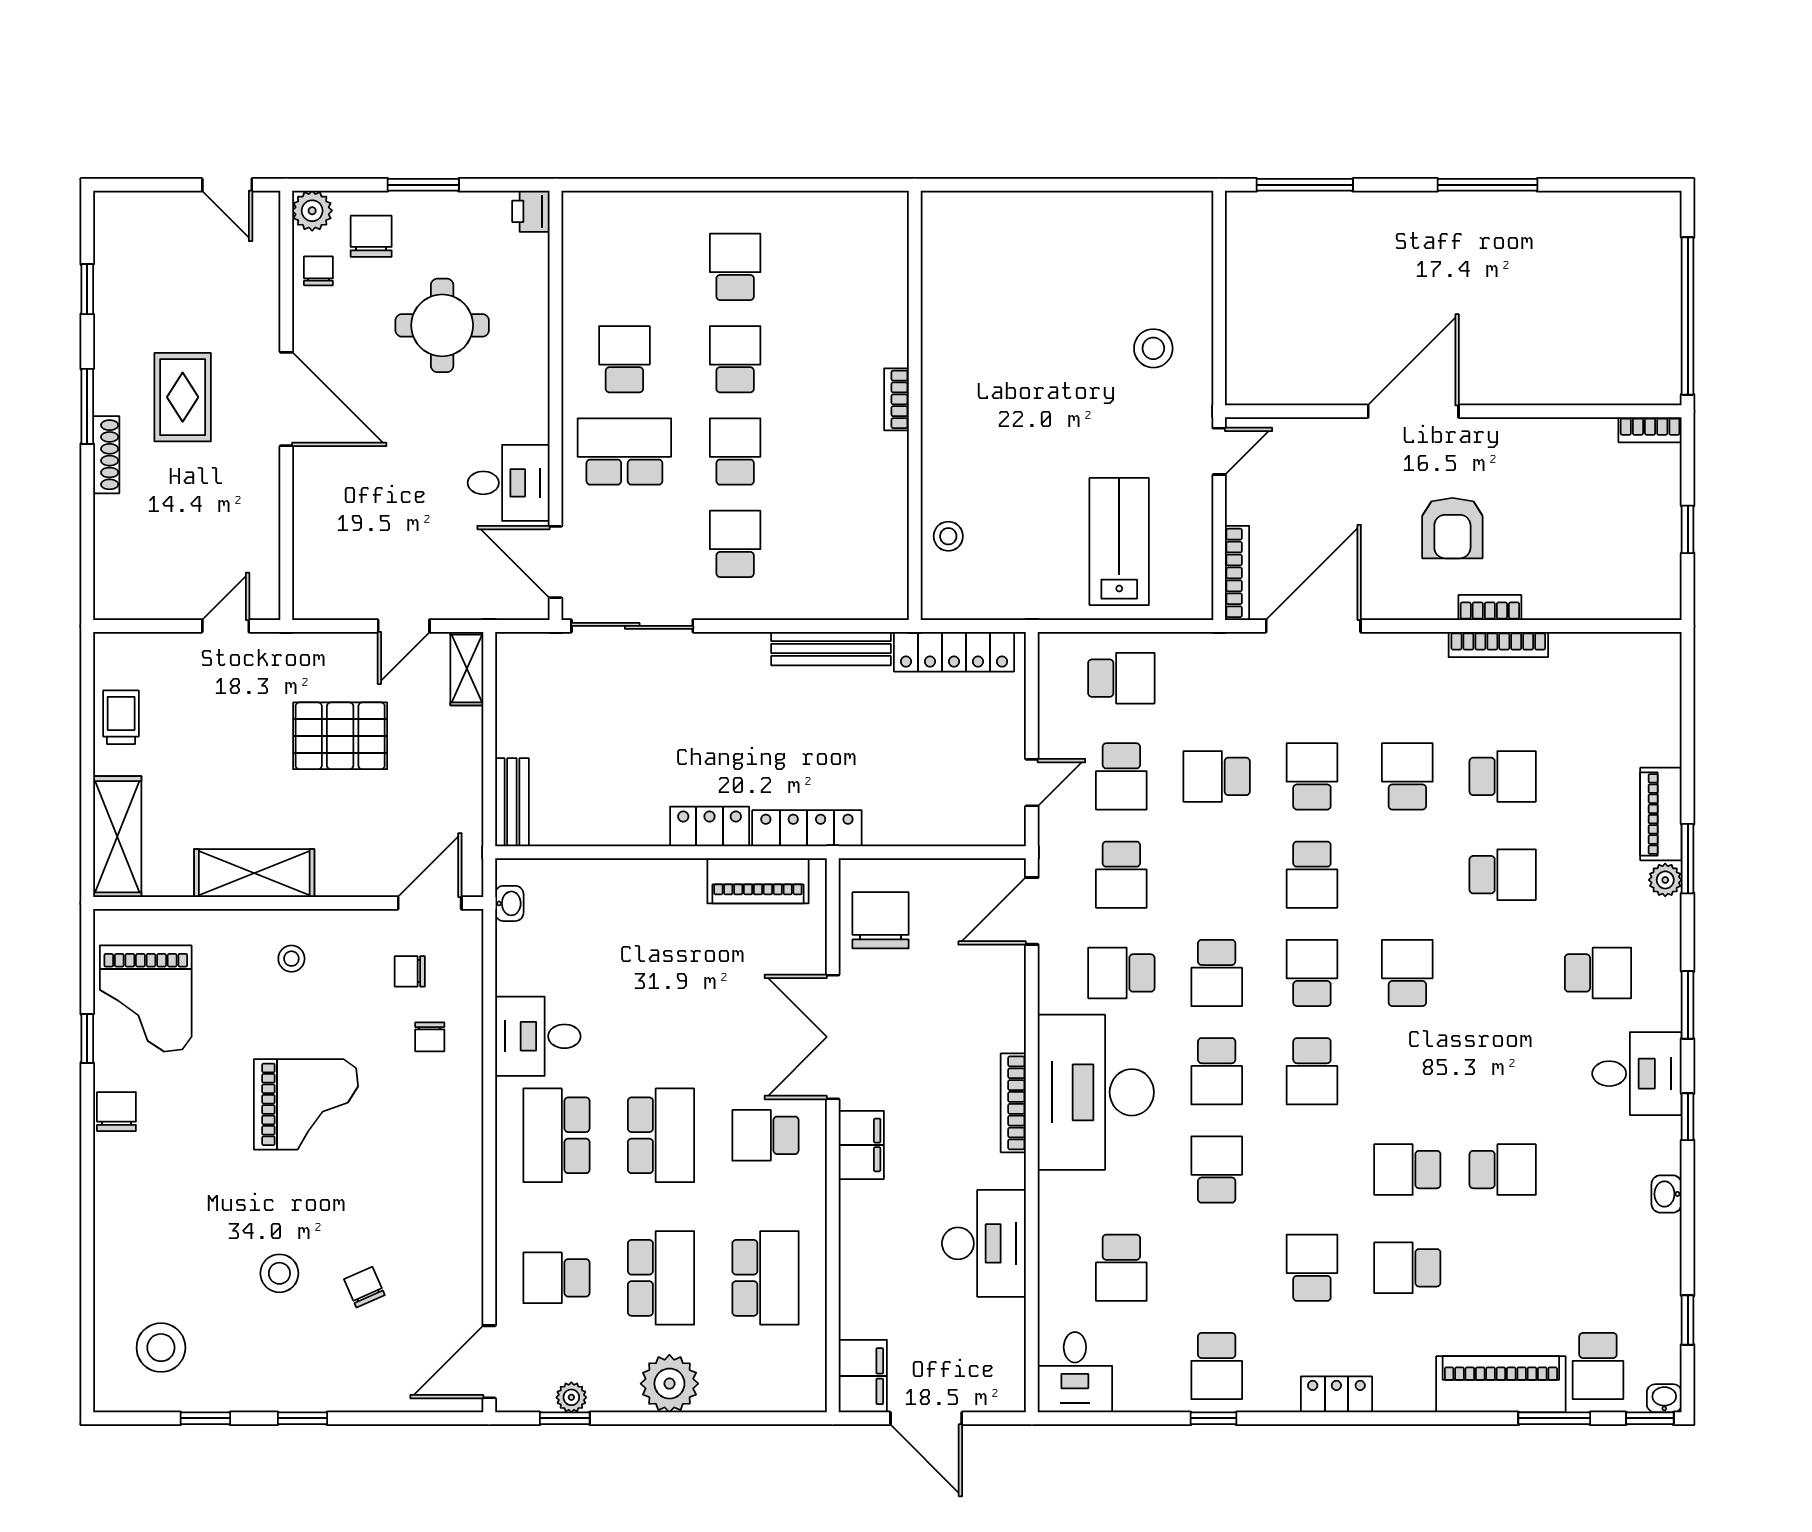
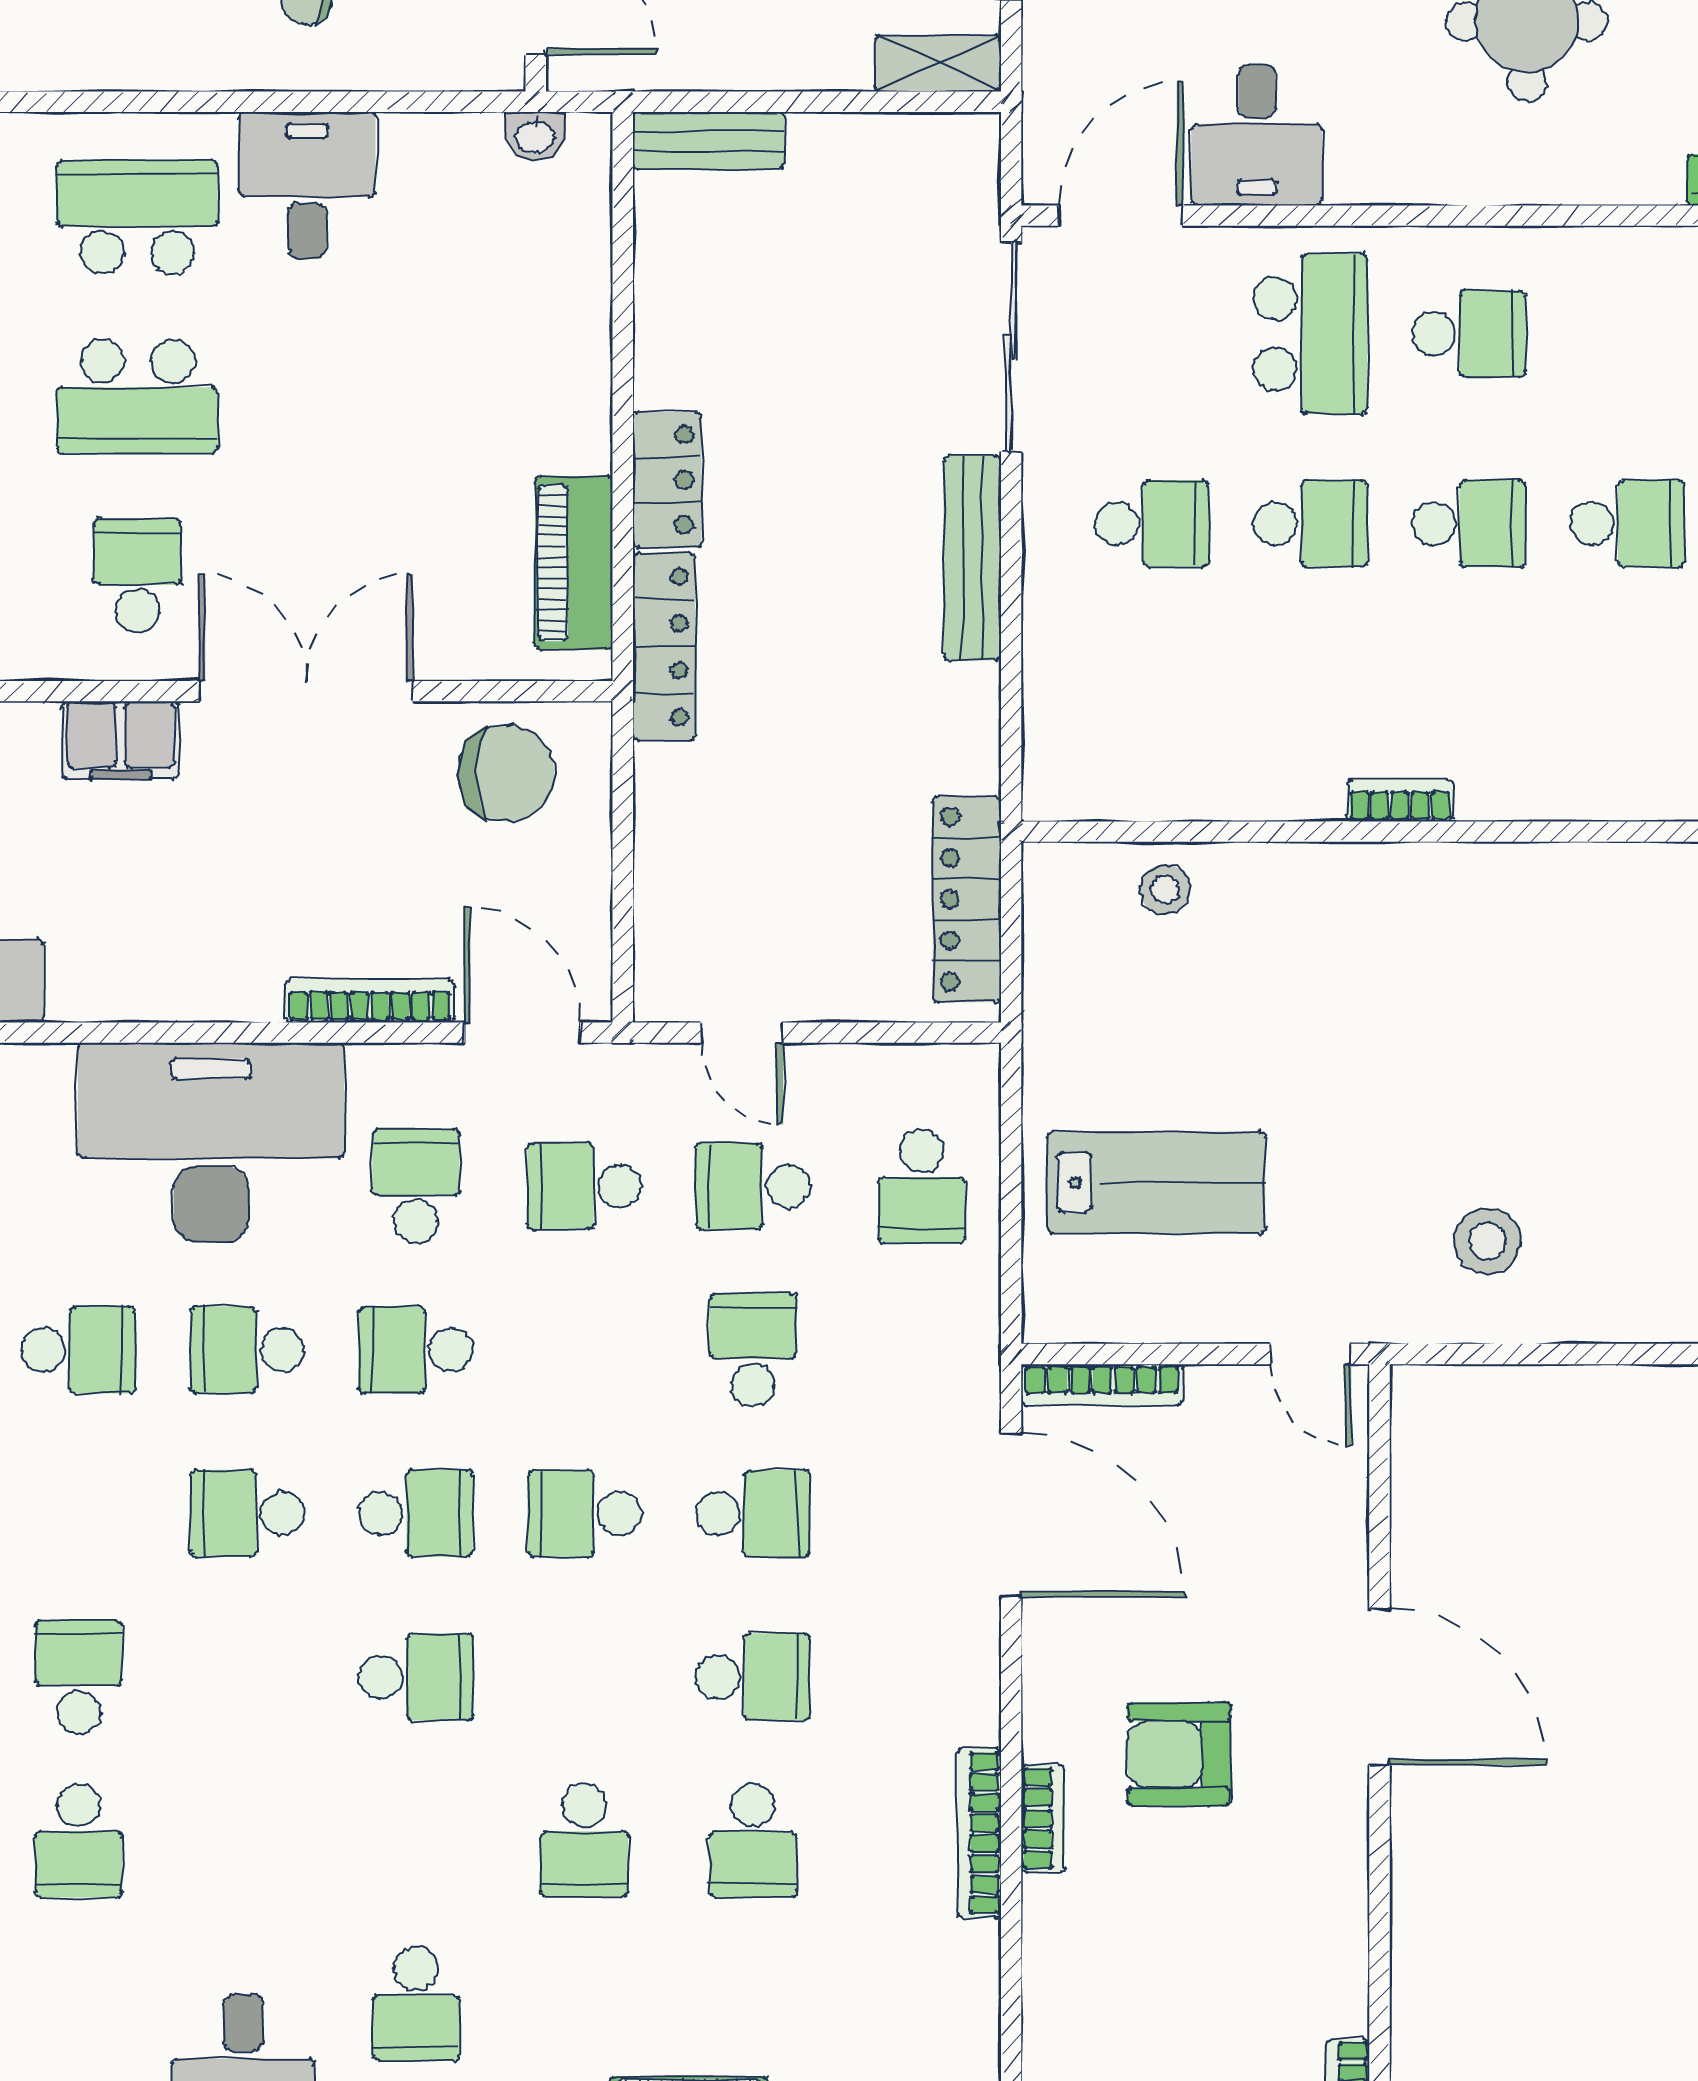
bench: (831, 649) -> (972, 558), moved
bookcase: (1013, 1103) -> (370, 1001), moved

